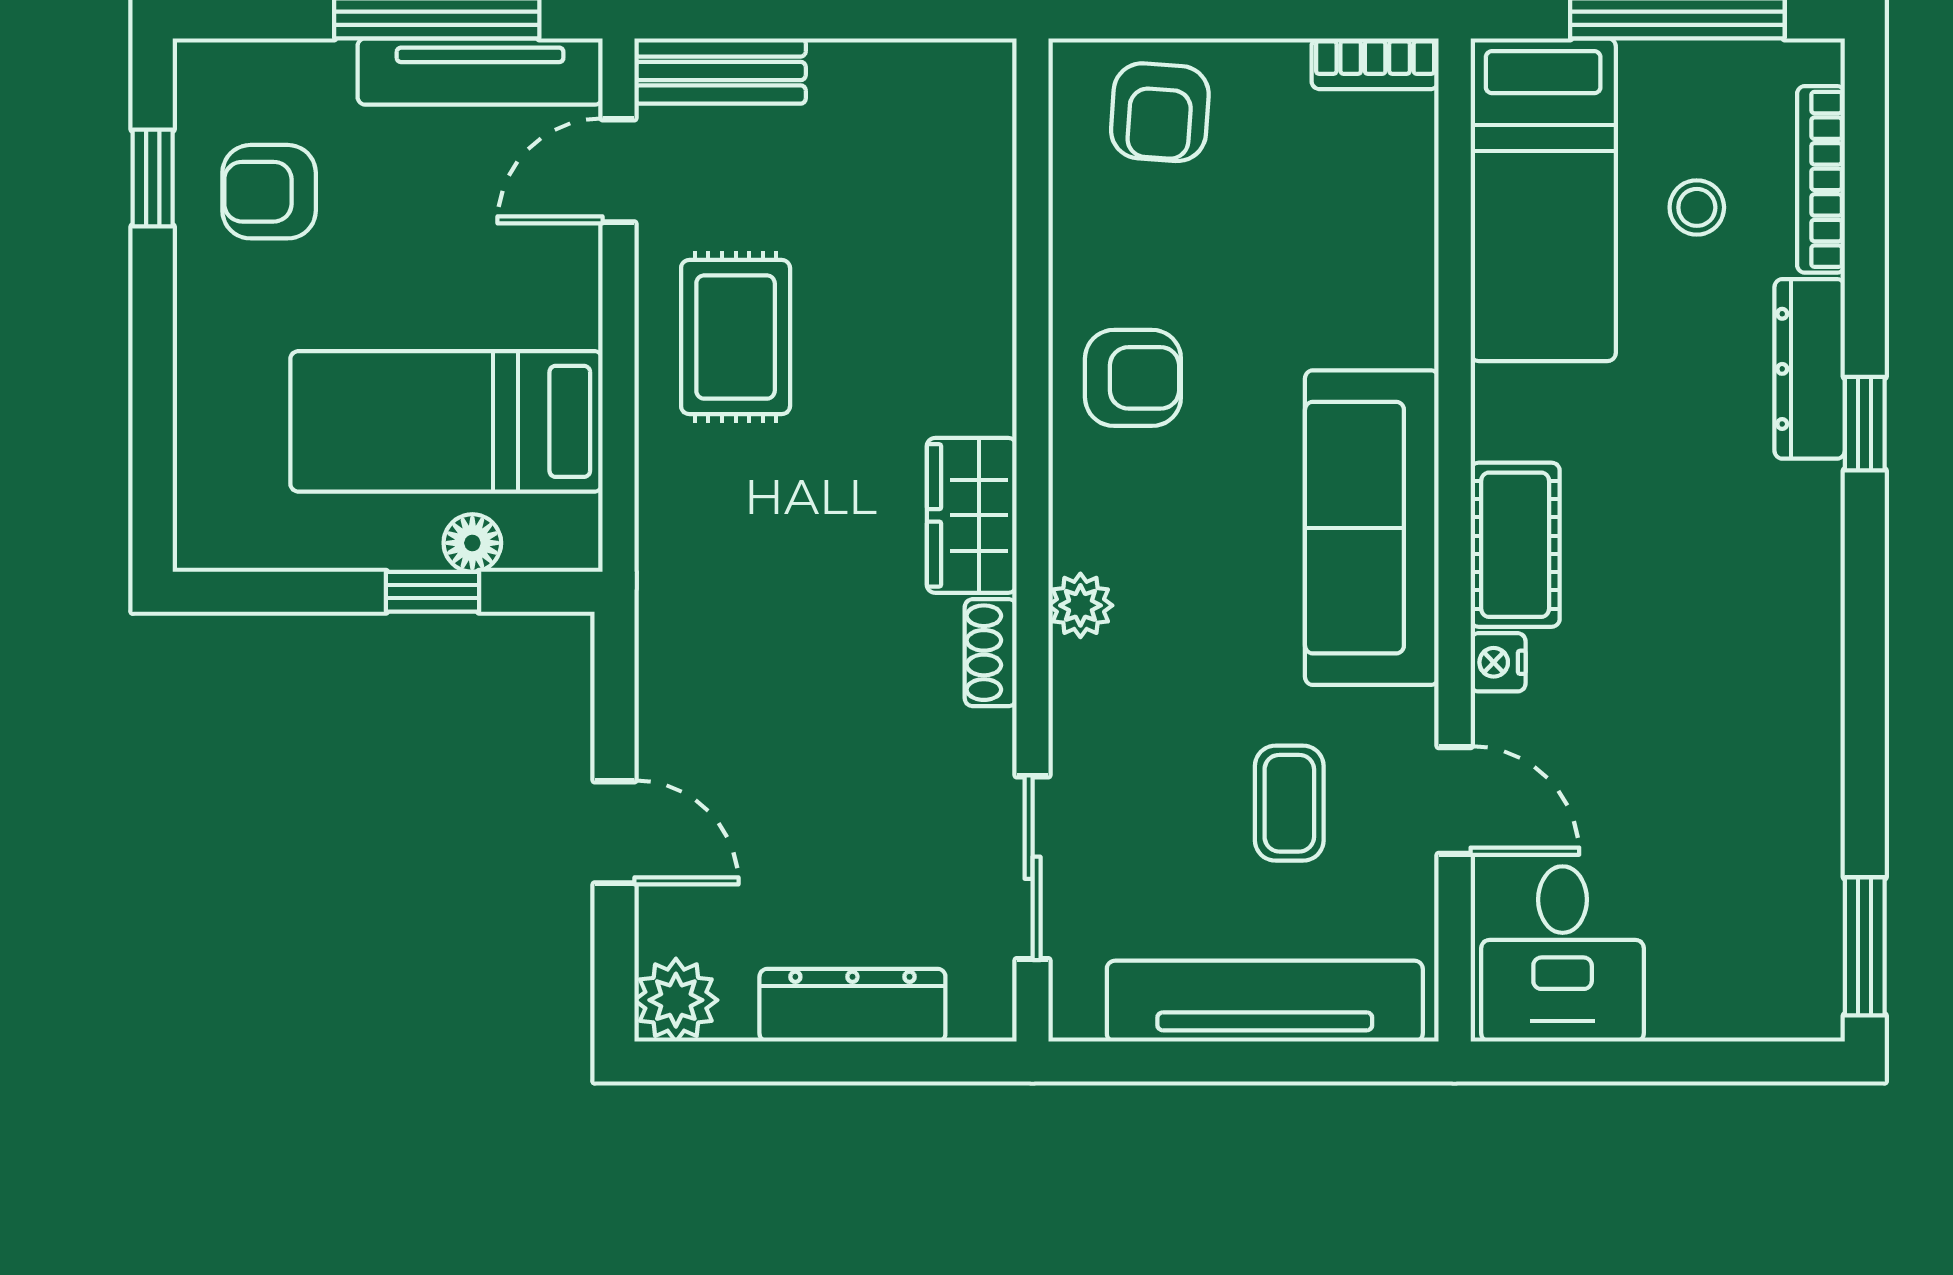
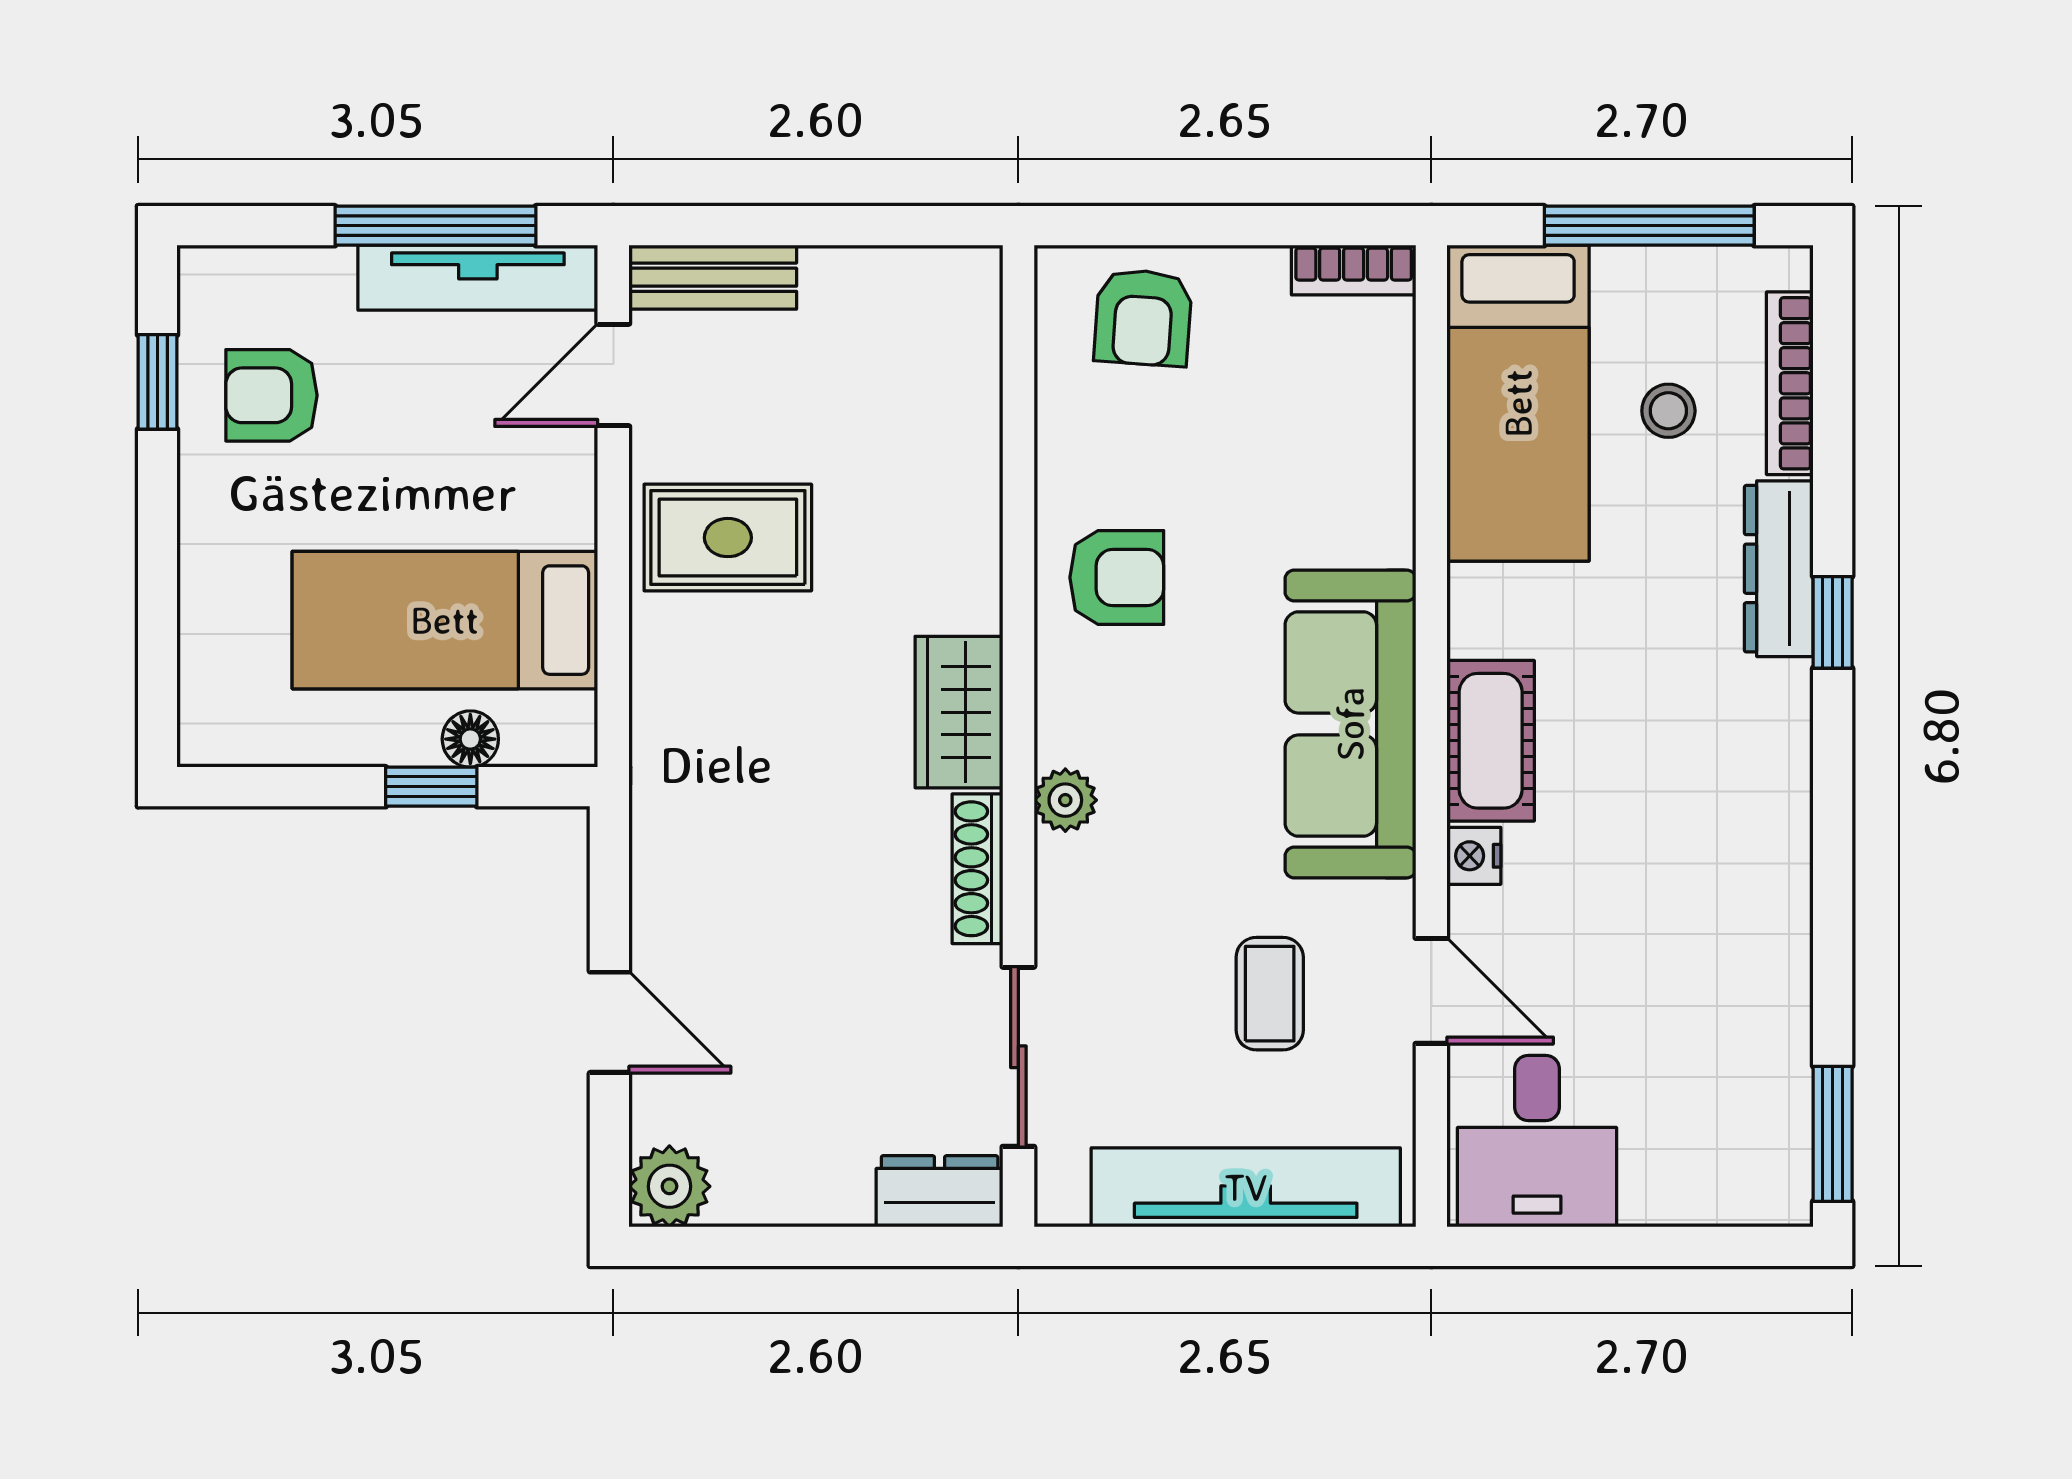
rug: (736, 337) -> (728, 538), turned 90
shoe rack: (991, 653) -> (977, 869), width x1.43
dresser: (852, 1005) -> (940, 1191), moved, width x0.70

